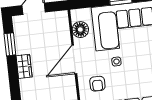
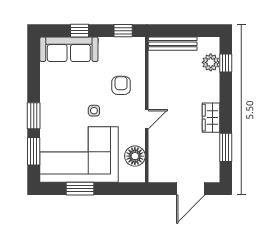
door: (74, 59) -> (147, 119), width x0.53

